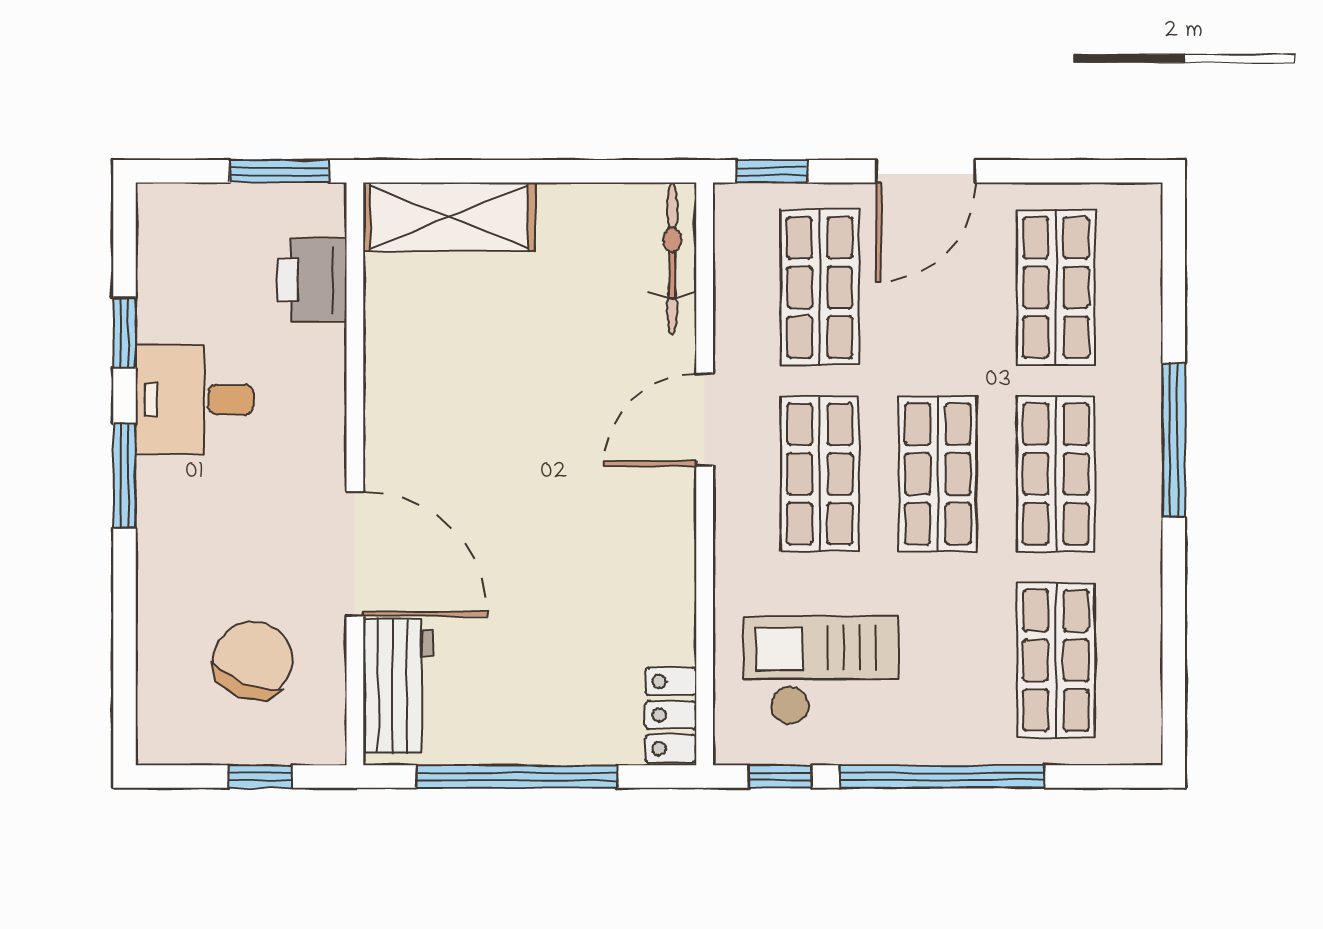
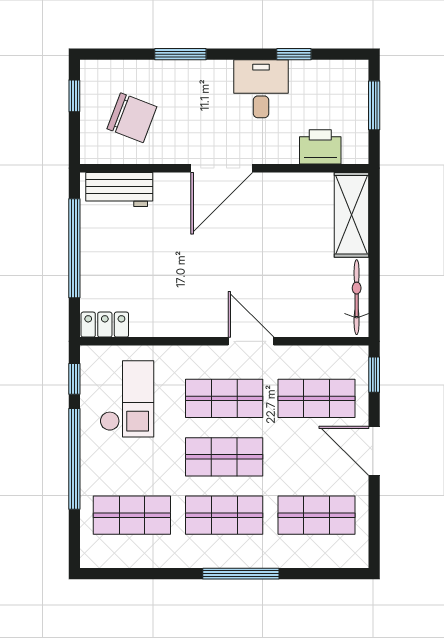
window: (279, 171) -> (374, 105), moved
bicycle: (672, 258) -> (357, 297), moved, turned -90
window: (124, 476) -> (180, 54), moved
door: (355, 554) -> (222, 168), moved
window: (260, 777) -> (74, 96), moved

